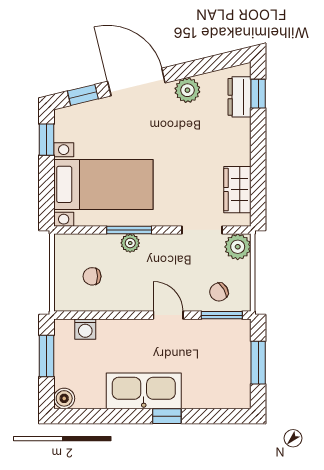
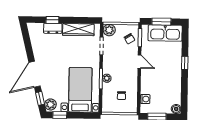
plant: (187, 90) -> (50, 104), moved
window: (258, 94) -> (52, 20), moved
dresser: (239, 97) -> (53, 28), moved
wardrobe: (237, 190) -> (78, 30), width x1.50
door: (168, 315) -> (139, 62), swing flipped
kitchen sink: (144, 391) -> (165, 33), moved, turned -90

